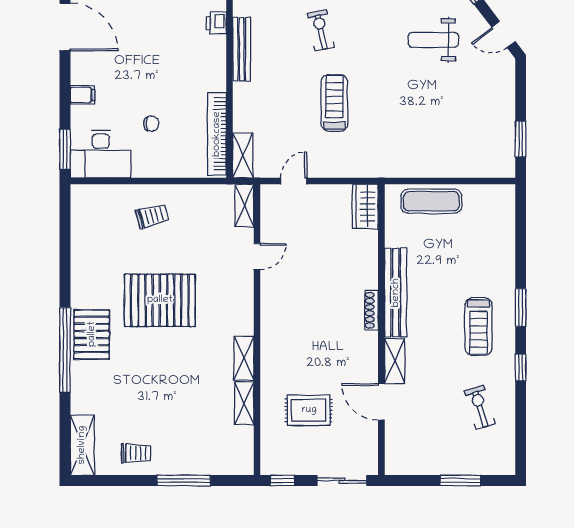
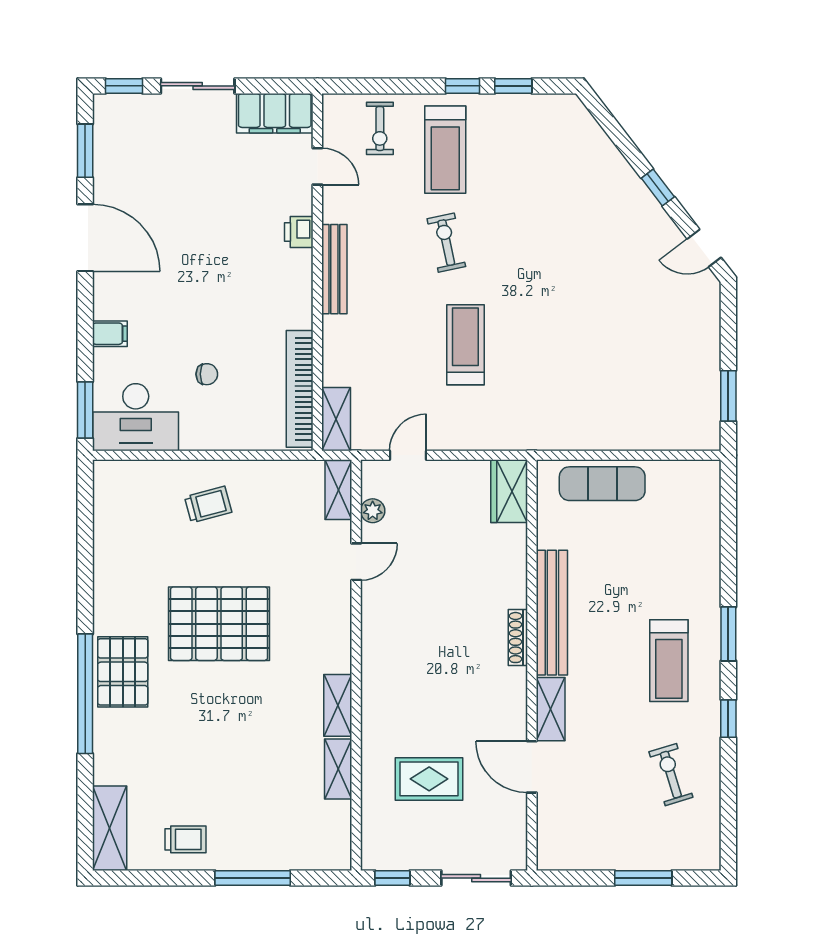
weight bench: (433, 40) -> (605, 256), removed
plant: (269, 220) -> (373, 511), added

